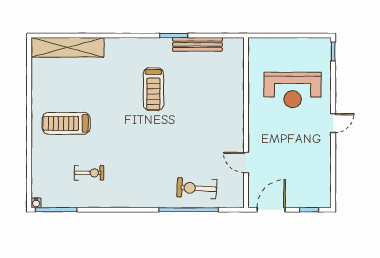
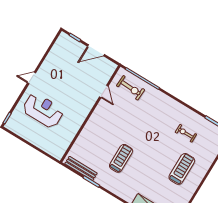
treadmill: (66, 123) -> (182, 169), turned -90
wall: (246, 123) -> (90, 114), moved
door: (246, 162) -> (104, 91), moved

